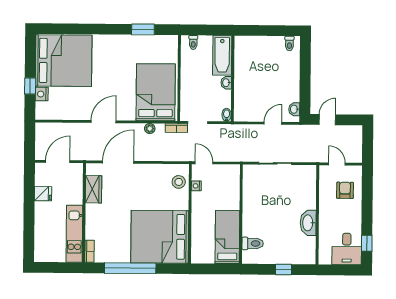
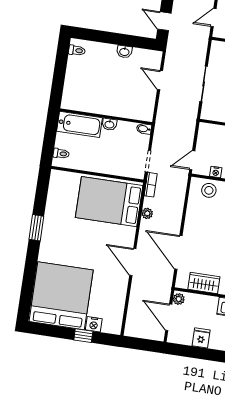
window: (143, 29) -> (36, 228), moved
washbasin: (294, 109) -> (124, 52), moved
plant: (76, 168) -> (179, 299), added

